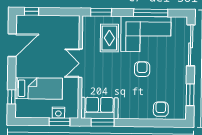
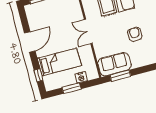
door: (12, 45) -> (30, 42), moved
armchair: (142, 69) -> (135, 34), moved
window: (59, 122) -> (71, 88), moved

